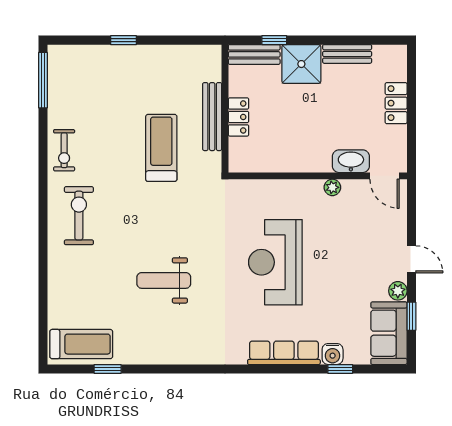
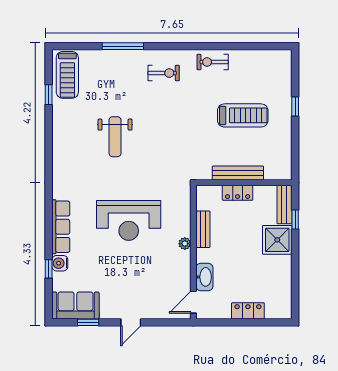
bench: (347, 54) -> (203, 229), moved
window: (43, 80) -> (123, 46), moved
treadmill: (161, 148) -> (243, 115), moved
plant: (332, 187) -> (185, 244), moved
exercise bike: (79, 216) -> (164, 73), width x0.73, depth x0.72
reception desk: (275, 262) -> (129, 220), turned 180
weight bench: (164, 280) -> (115, 137), turned 180
plant: (398, 291) -> (107, 312), removed

